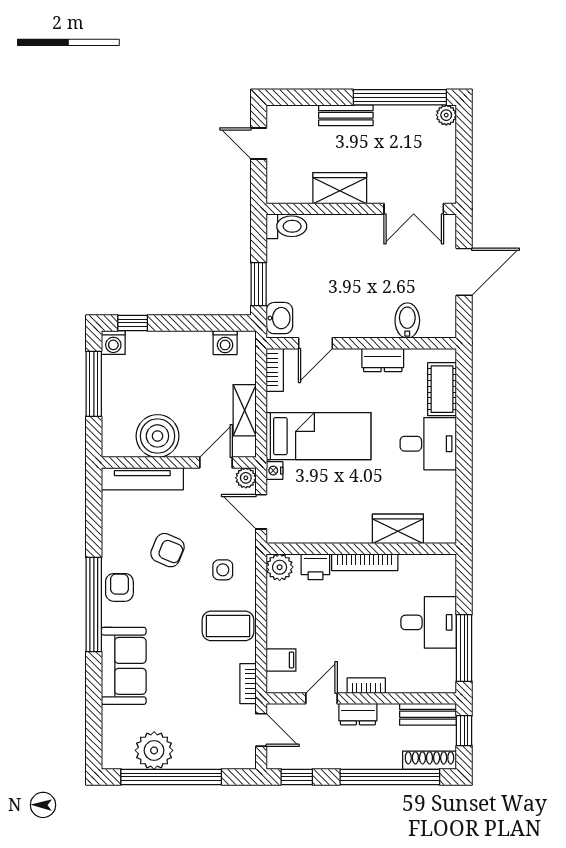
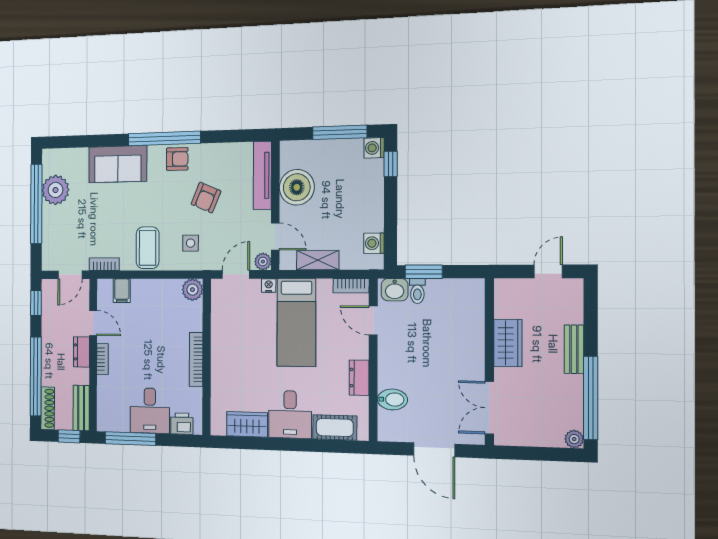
toilet: (286, 226) -> (417, 291), moved, width x0.73, depth x0.72
wardrobe: (398, 529) -> (247, 424), moved, turned -90
printer: (315, 567) -> (182, 424), moved, turned 90

